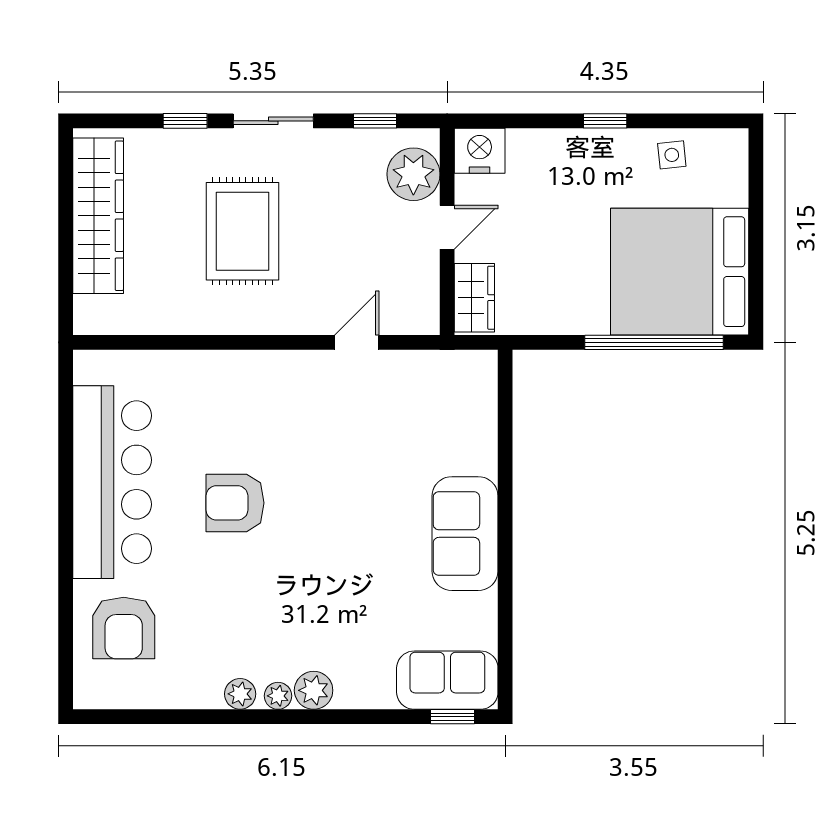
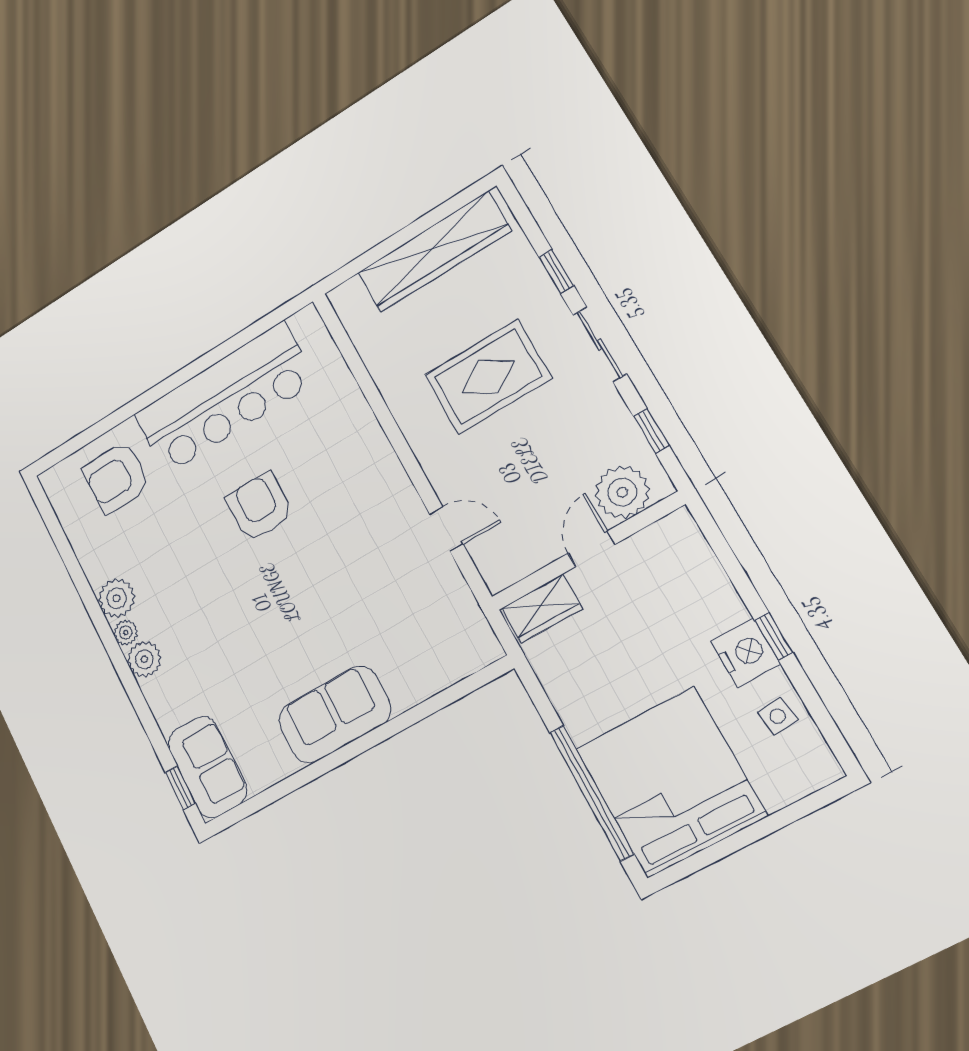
nightstand: (480, 151) -> (745, 653), moved
door: (447, 227) -> (591, 549), swing flipped
plant: (240, 694) -> (117, 598), width x1.38, depth x1.38

